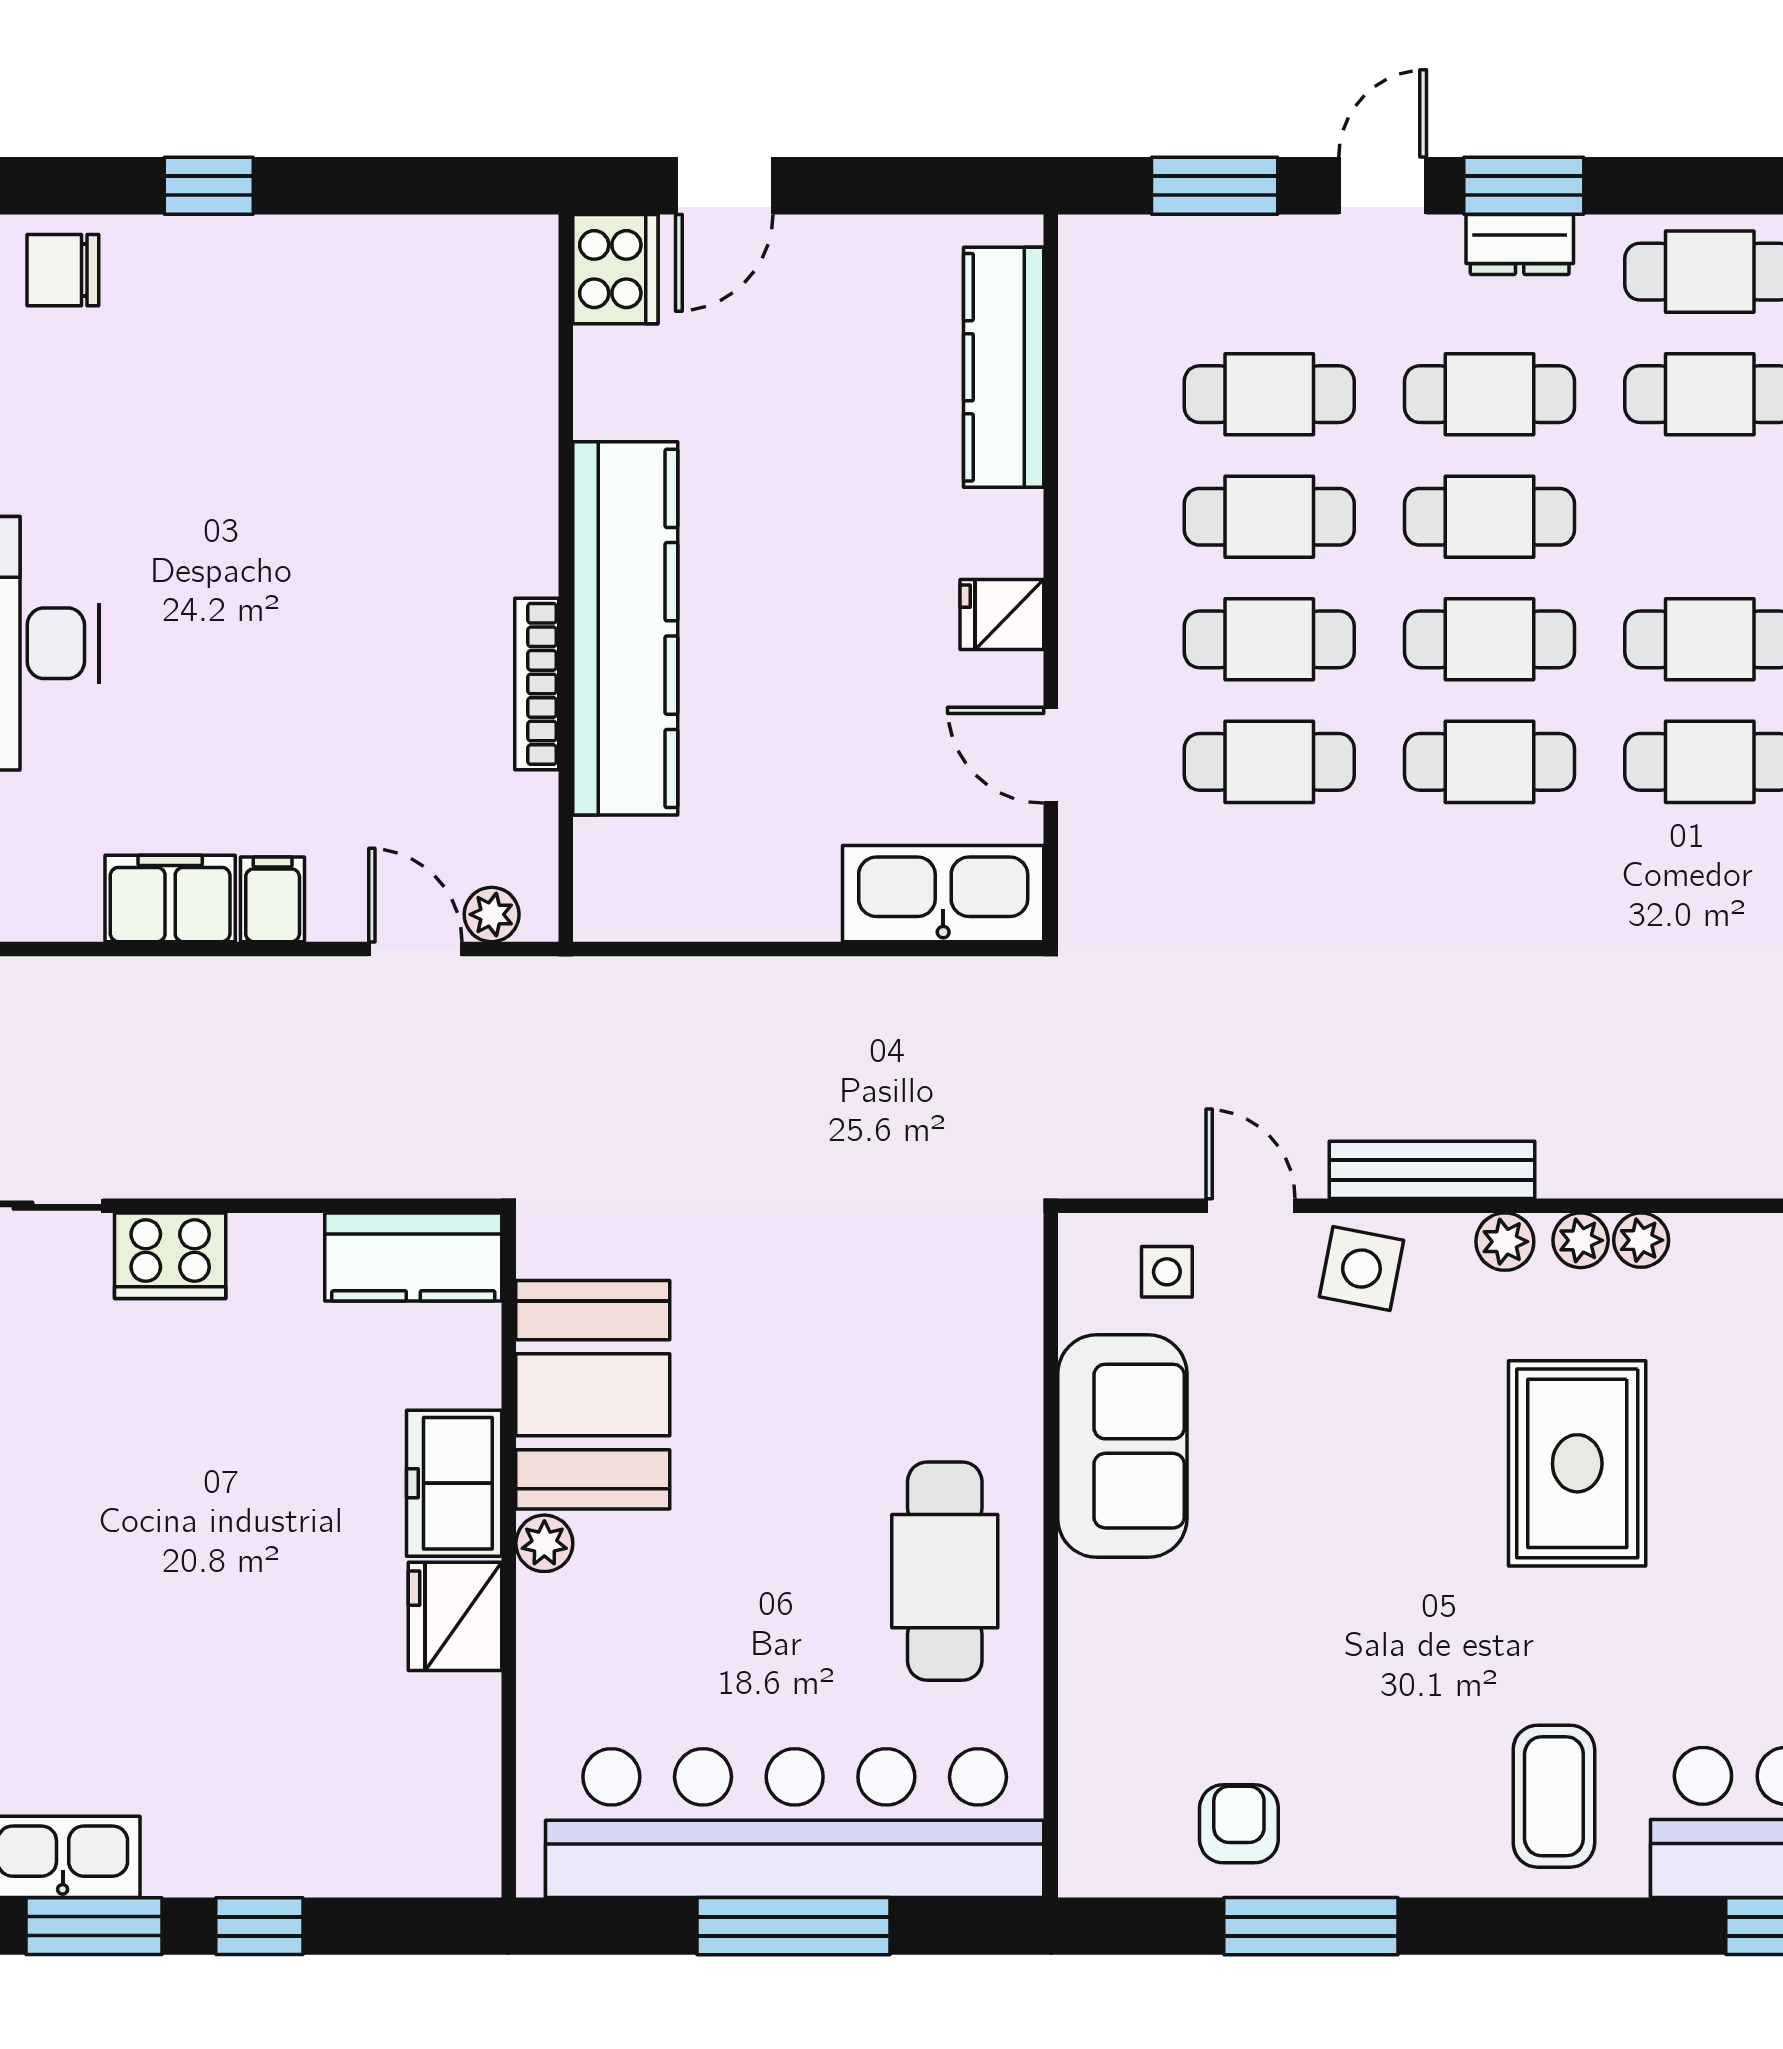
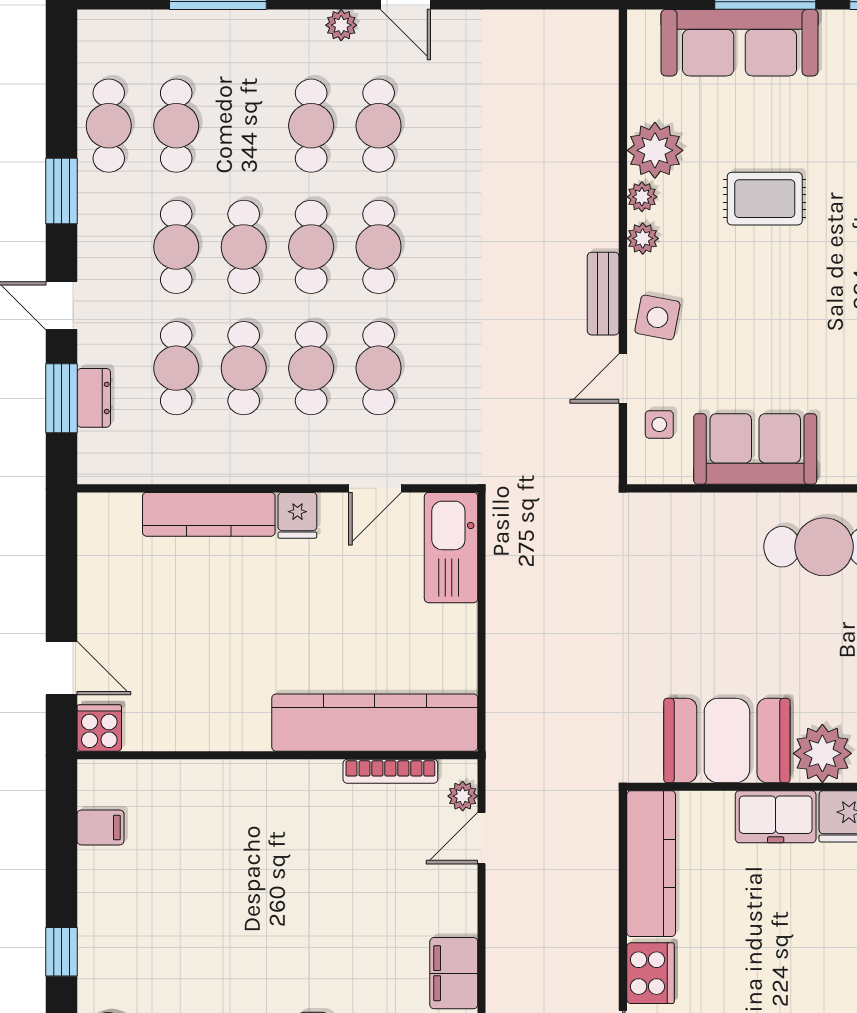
window: (1524, 186) -> (61, 191), moved
dresser: (1520, 244) -> (94, 398), moved
cooker: (615, 269) -> (99, 728), width x0.73
kitchen counter: (1004, 367) -> (209, 514), moved
kitchen counter: (625, 628) -> (375, 723), moved
bookcase: (537, 684) -> (390, 771), moved
filing cabinet: (273, 899) -> (101, 827), moved, turned 180
bench: (1432, 1170) -> (603, 294), width x0.73
plant: (1641, 1240) -> (655, 150), width x1.87, depth x1.87
kitchen counter: (413, 1257) -> (651, 864), width x1.50
rug: (1577, 1463) -> (765, 199), width x0.73, depth x0.70
plant: (544, 1543) -> (822, 753), width x1.87, depth x1.87

